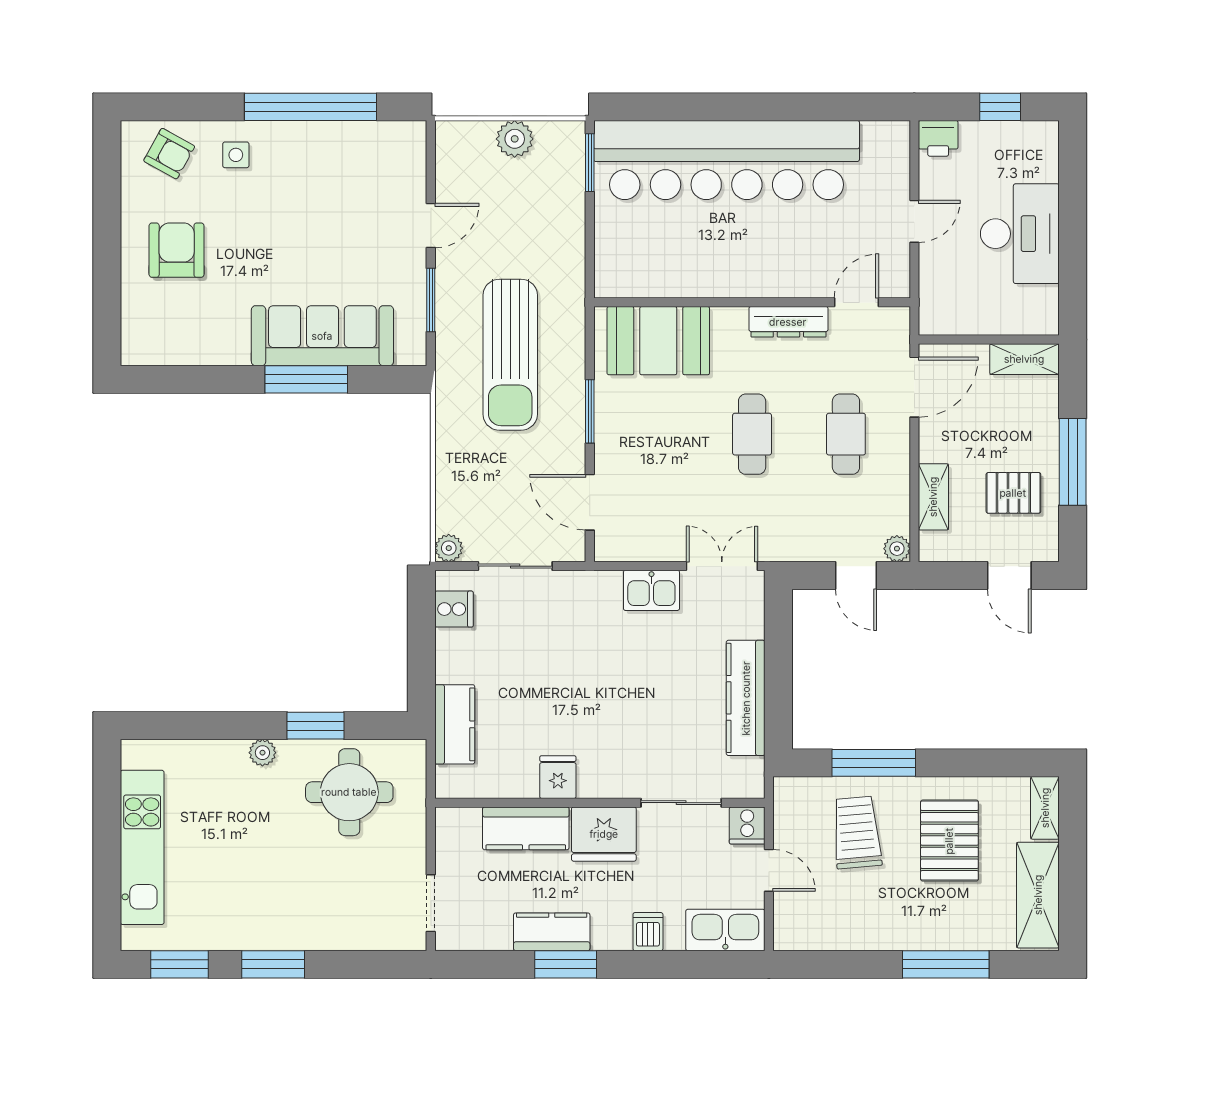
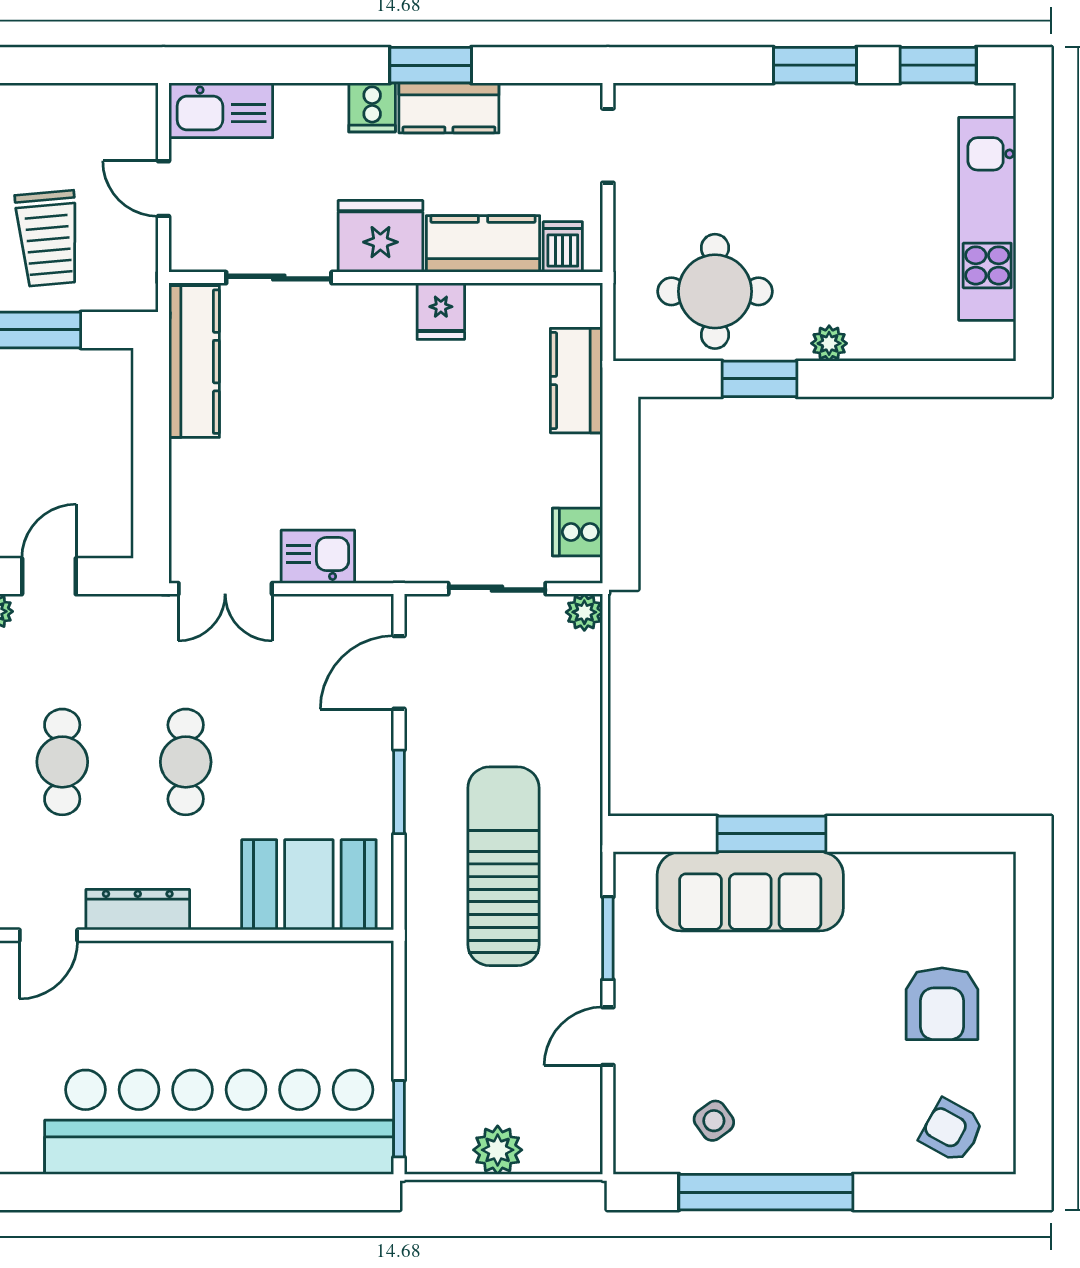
side table: (236, 155) -> (714, 1121), moved, turned -36
door: (590, 502) -> (399, 672), swing flipped
door: (856, 575) -> (49, 576), hinge flipped
kitchen counter: (746, 698) -> (194, 362), moved
cooker: (747, 825) -> (372, 107), moved, turned 180
dishwasher: (648, 932) -> (563, 247), moved, turned 180

